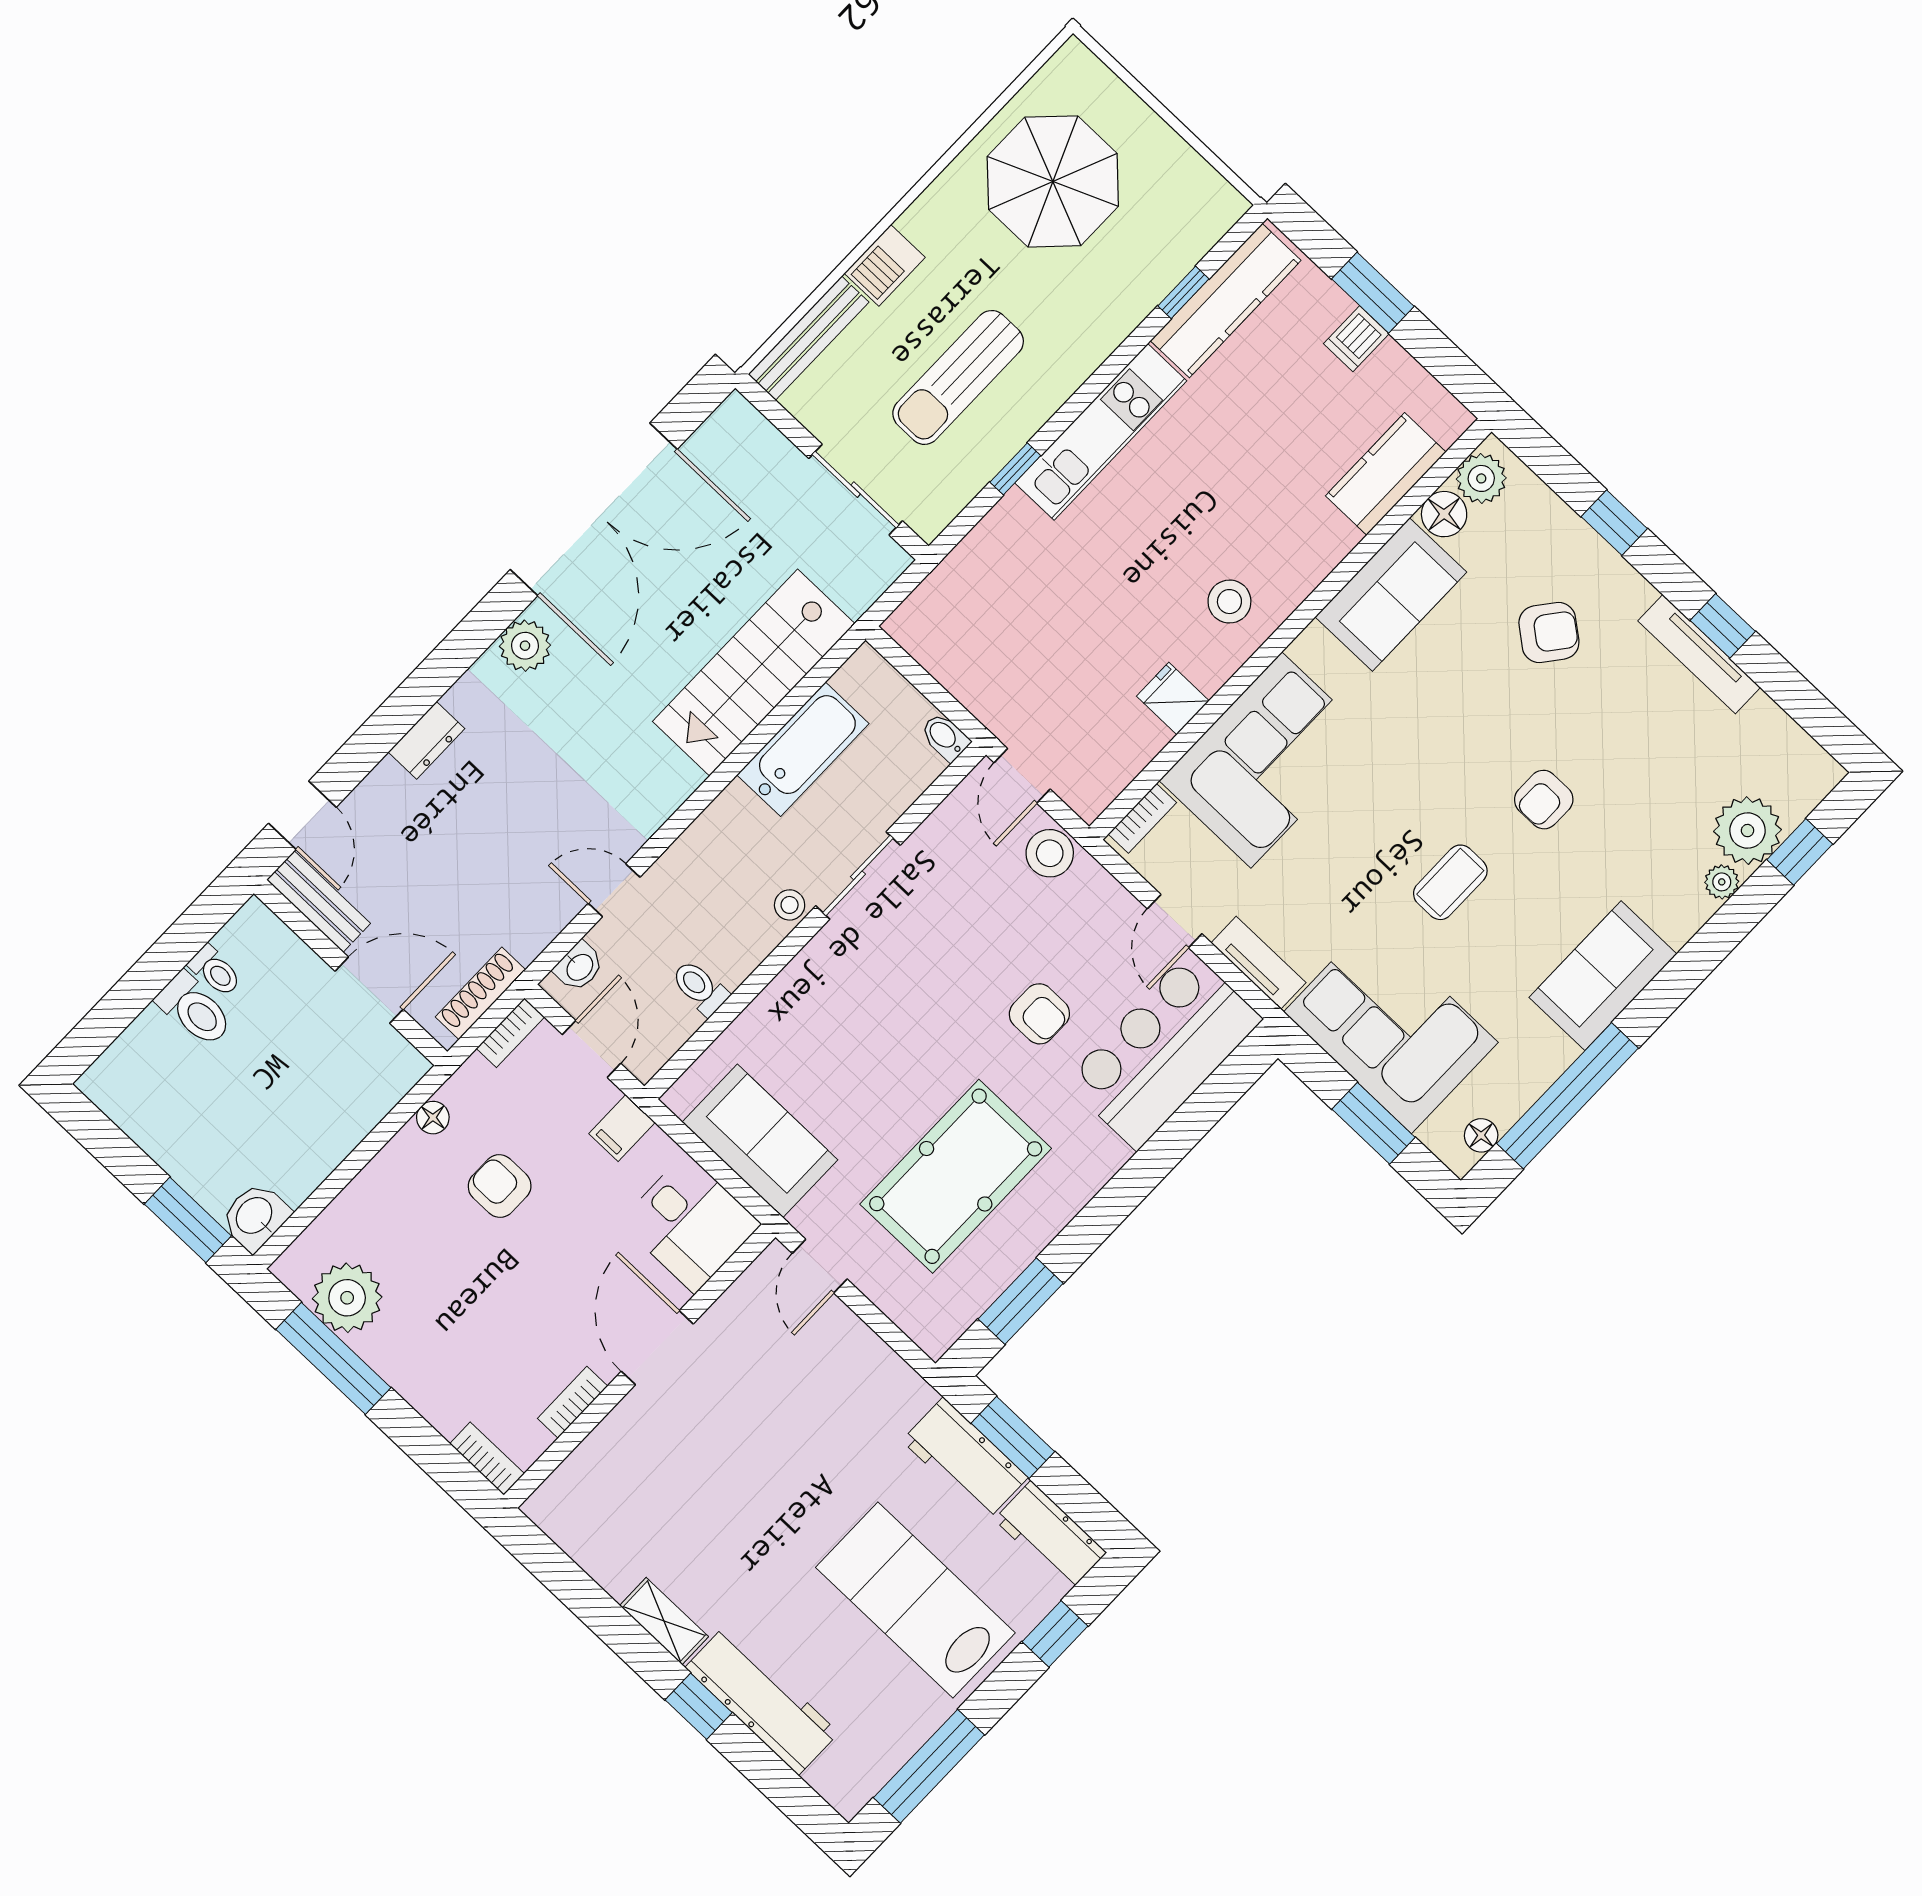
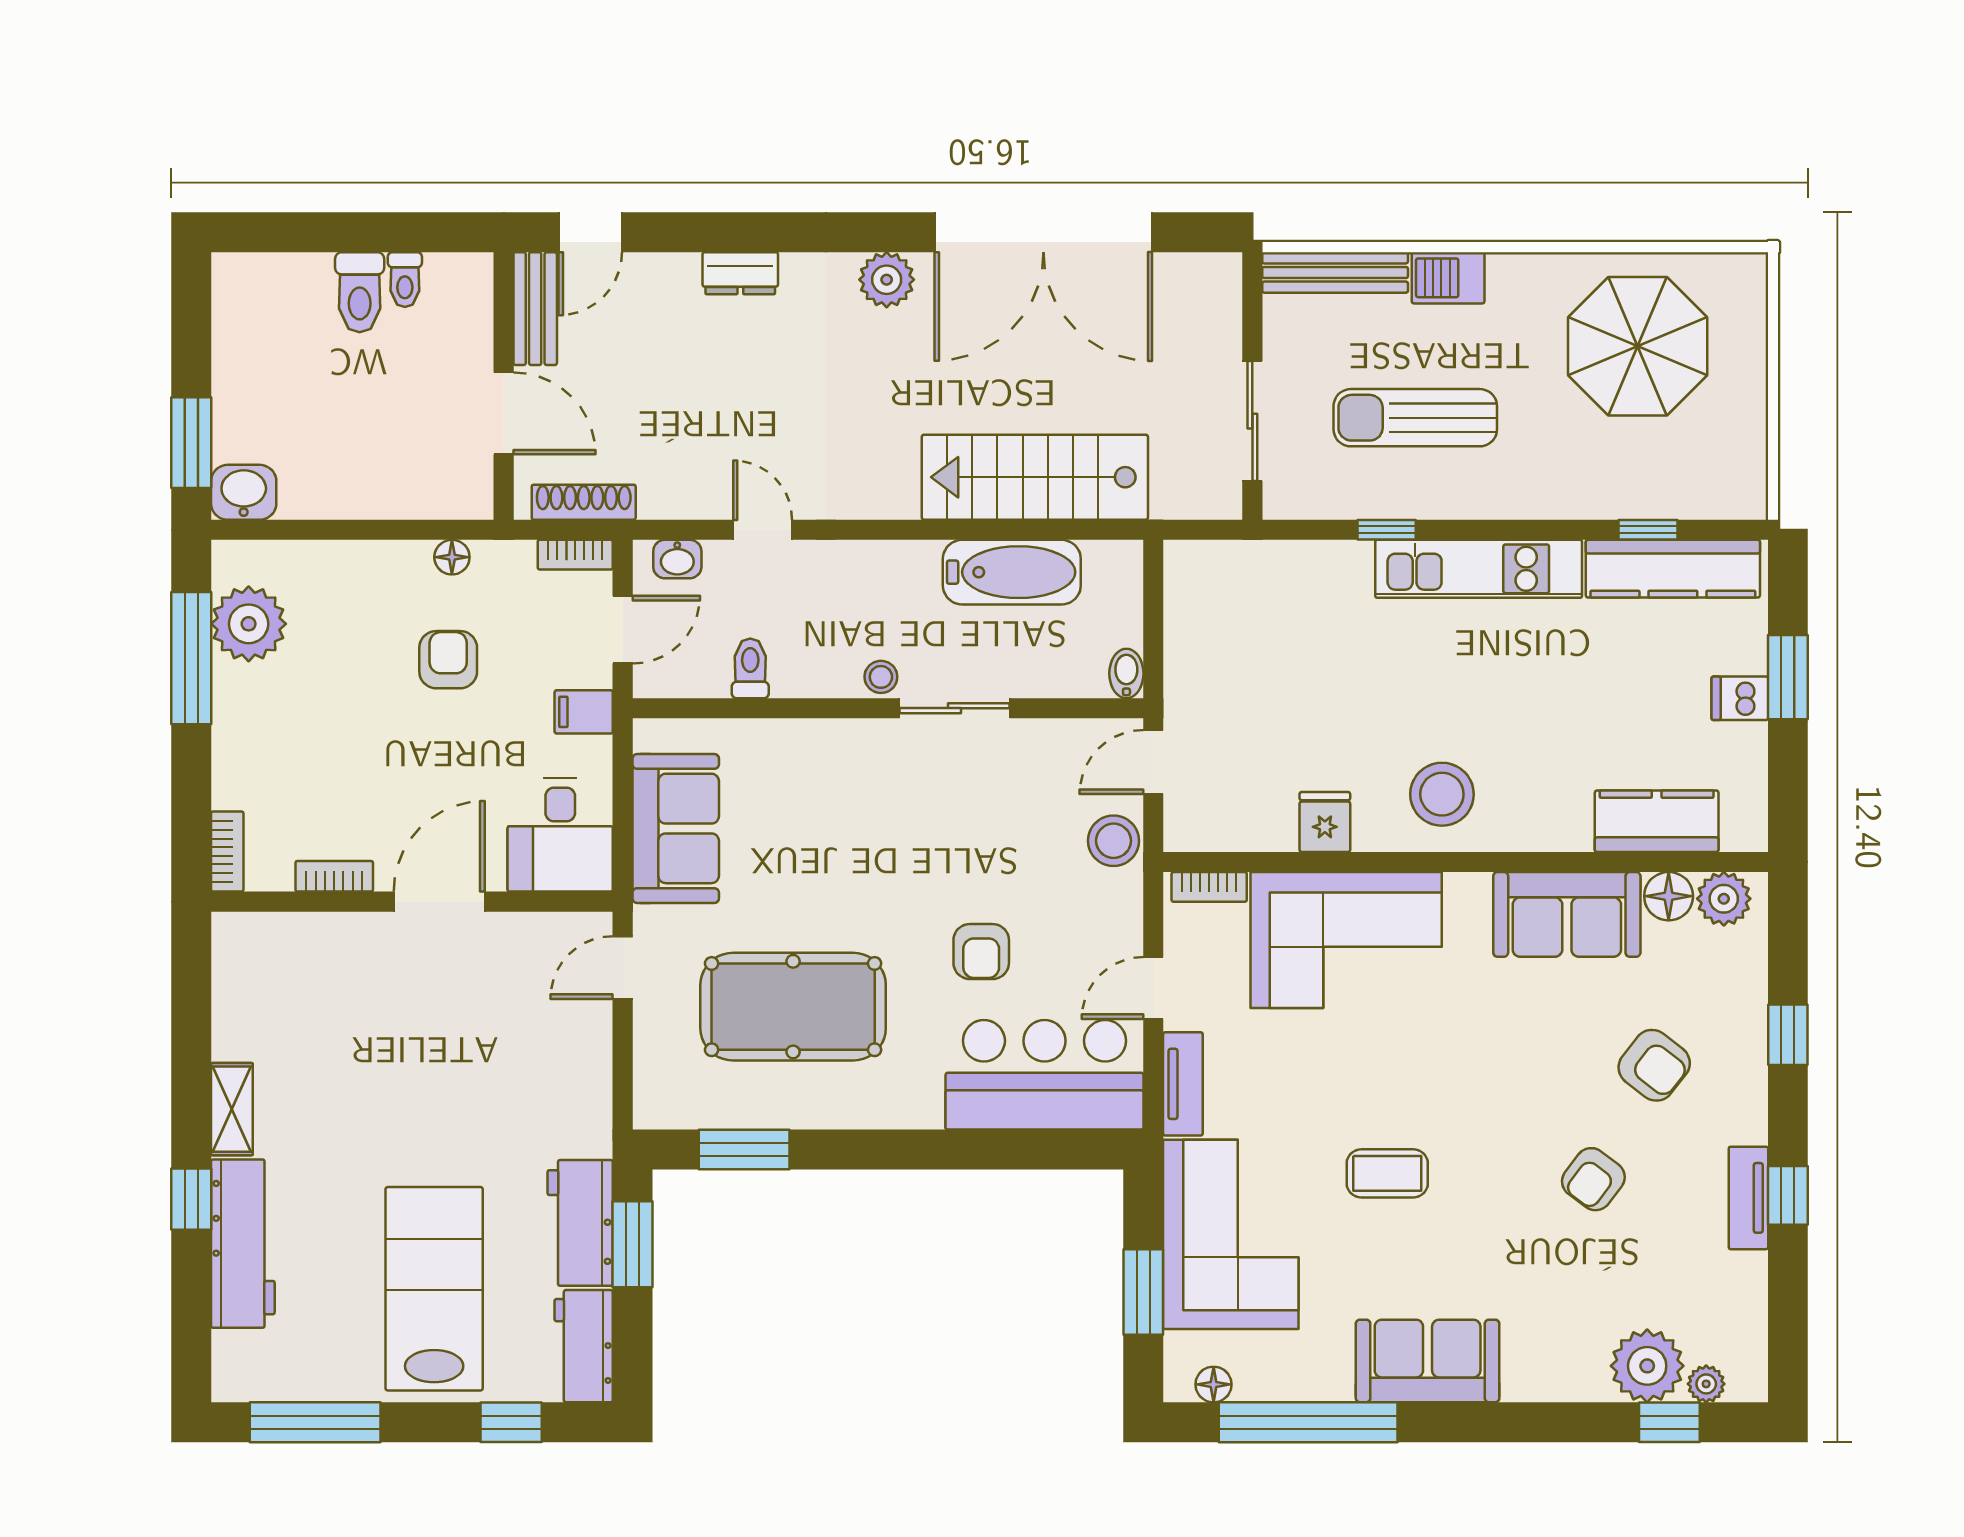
stool: (1229, 602) -> (1442, 794), width x1.38, depth x1.38
tv unit: (1699, 654) -> (1748, 1198), width x0.71
armchair: (1544, 800) -> (1593, 1179), moved, turned -53
plant: (1722, 882) -> (1706, 1384), moved

